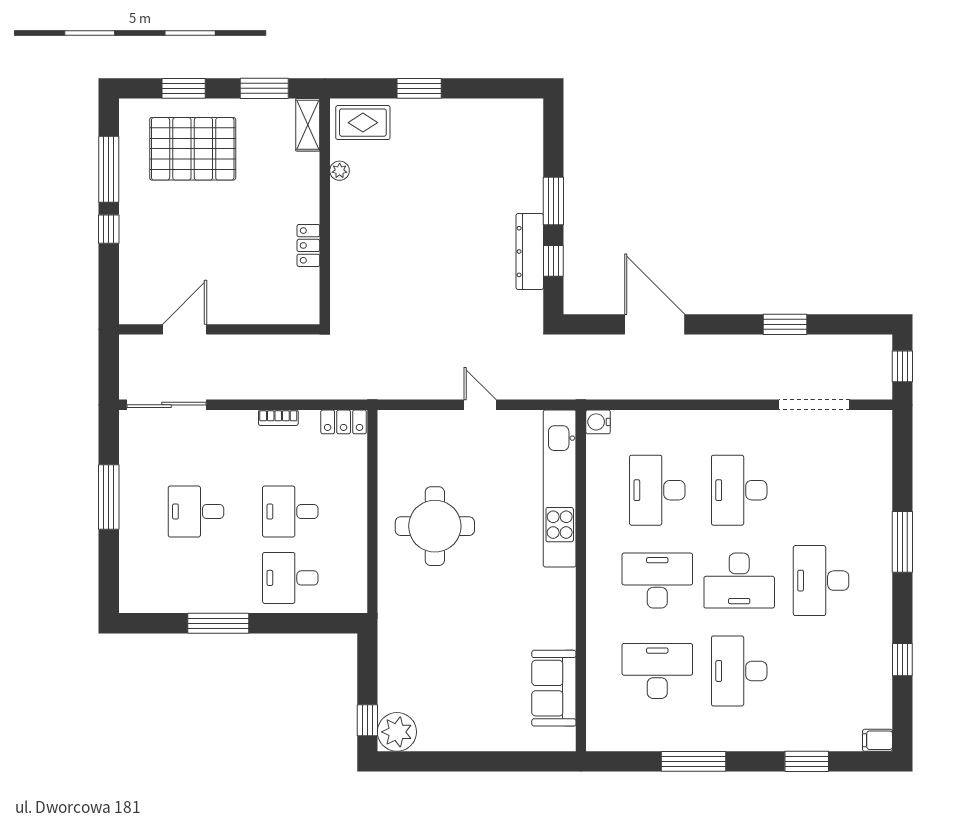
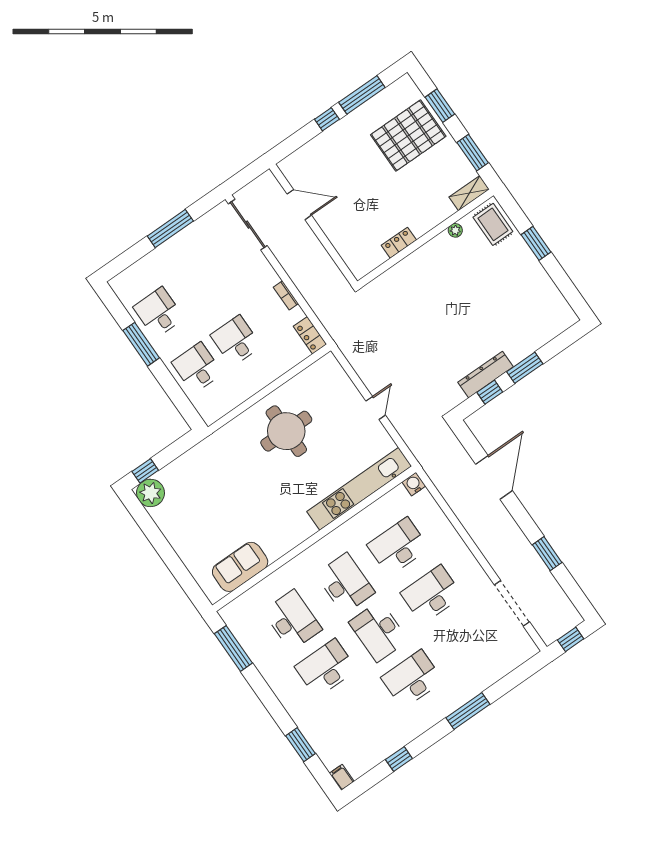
pallet: (193, 149) -> (408, 136), turned 90
desk: (196, 512) -> (159, 313), moved
window: (693, 761) -> (233, 648), moved

